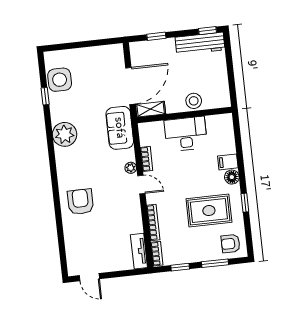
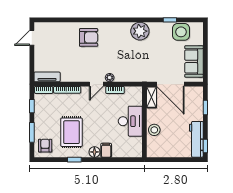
sofa: (120, 128) -> (194, 61), moved, turned -90

